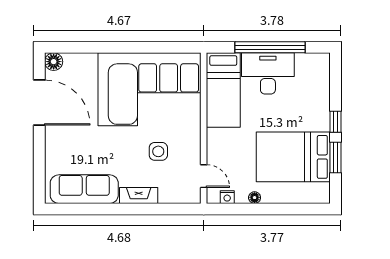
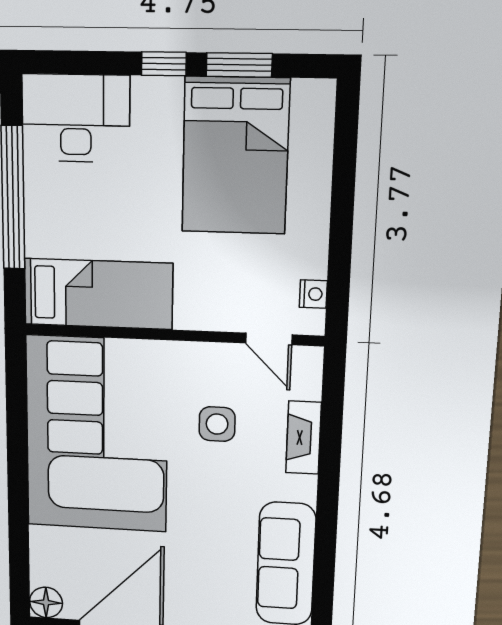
desk: (268, 73) -> (76, 118), moved, turned 90
door: (204, 176) -> (269, 339), swing flipped
fireplace: (139, 195) -> (304, 438), moved
floor lamp: (255, 198) -> (317, 238), removed

